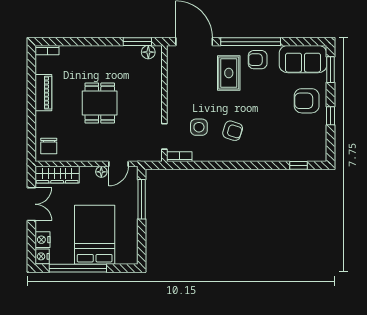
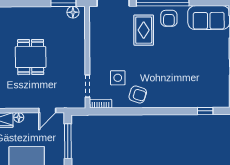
armchair: (258, 60) -> (169, 18), turned -90
armchair: (307, 101) -> (212, 54), removed
armchair: (233, 131) -> (138, 95), moved
floor lamp: (101, 172) -> (19, 117), moved

